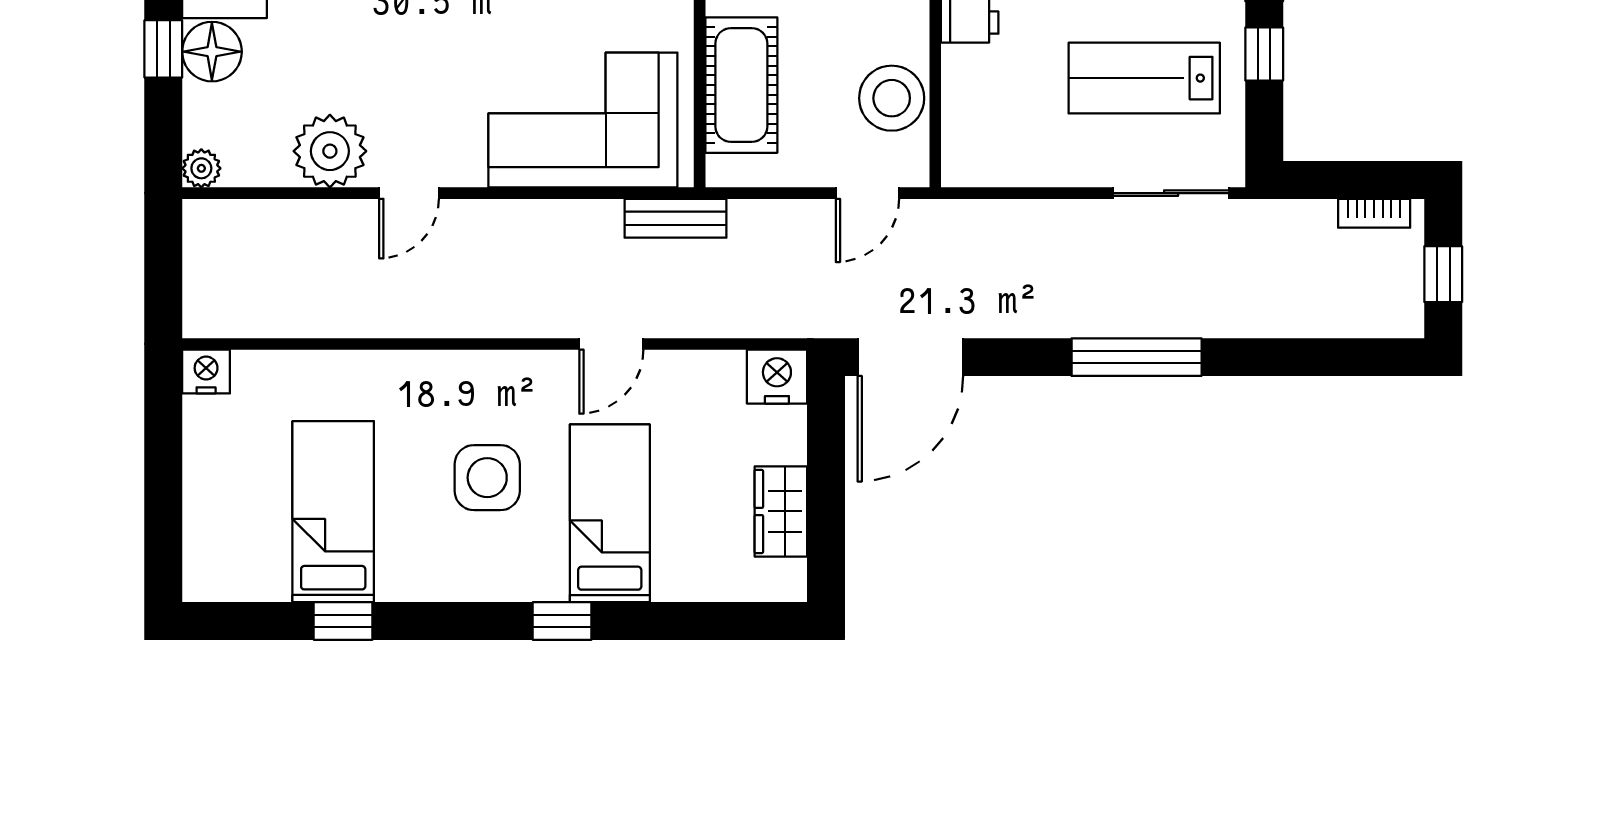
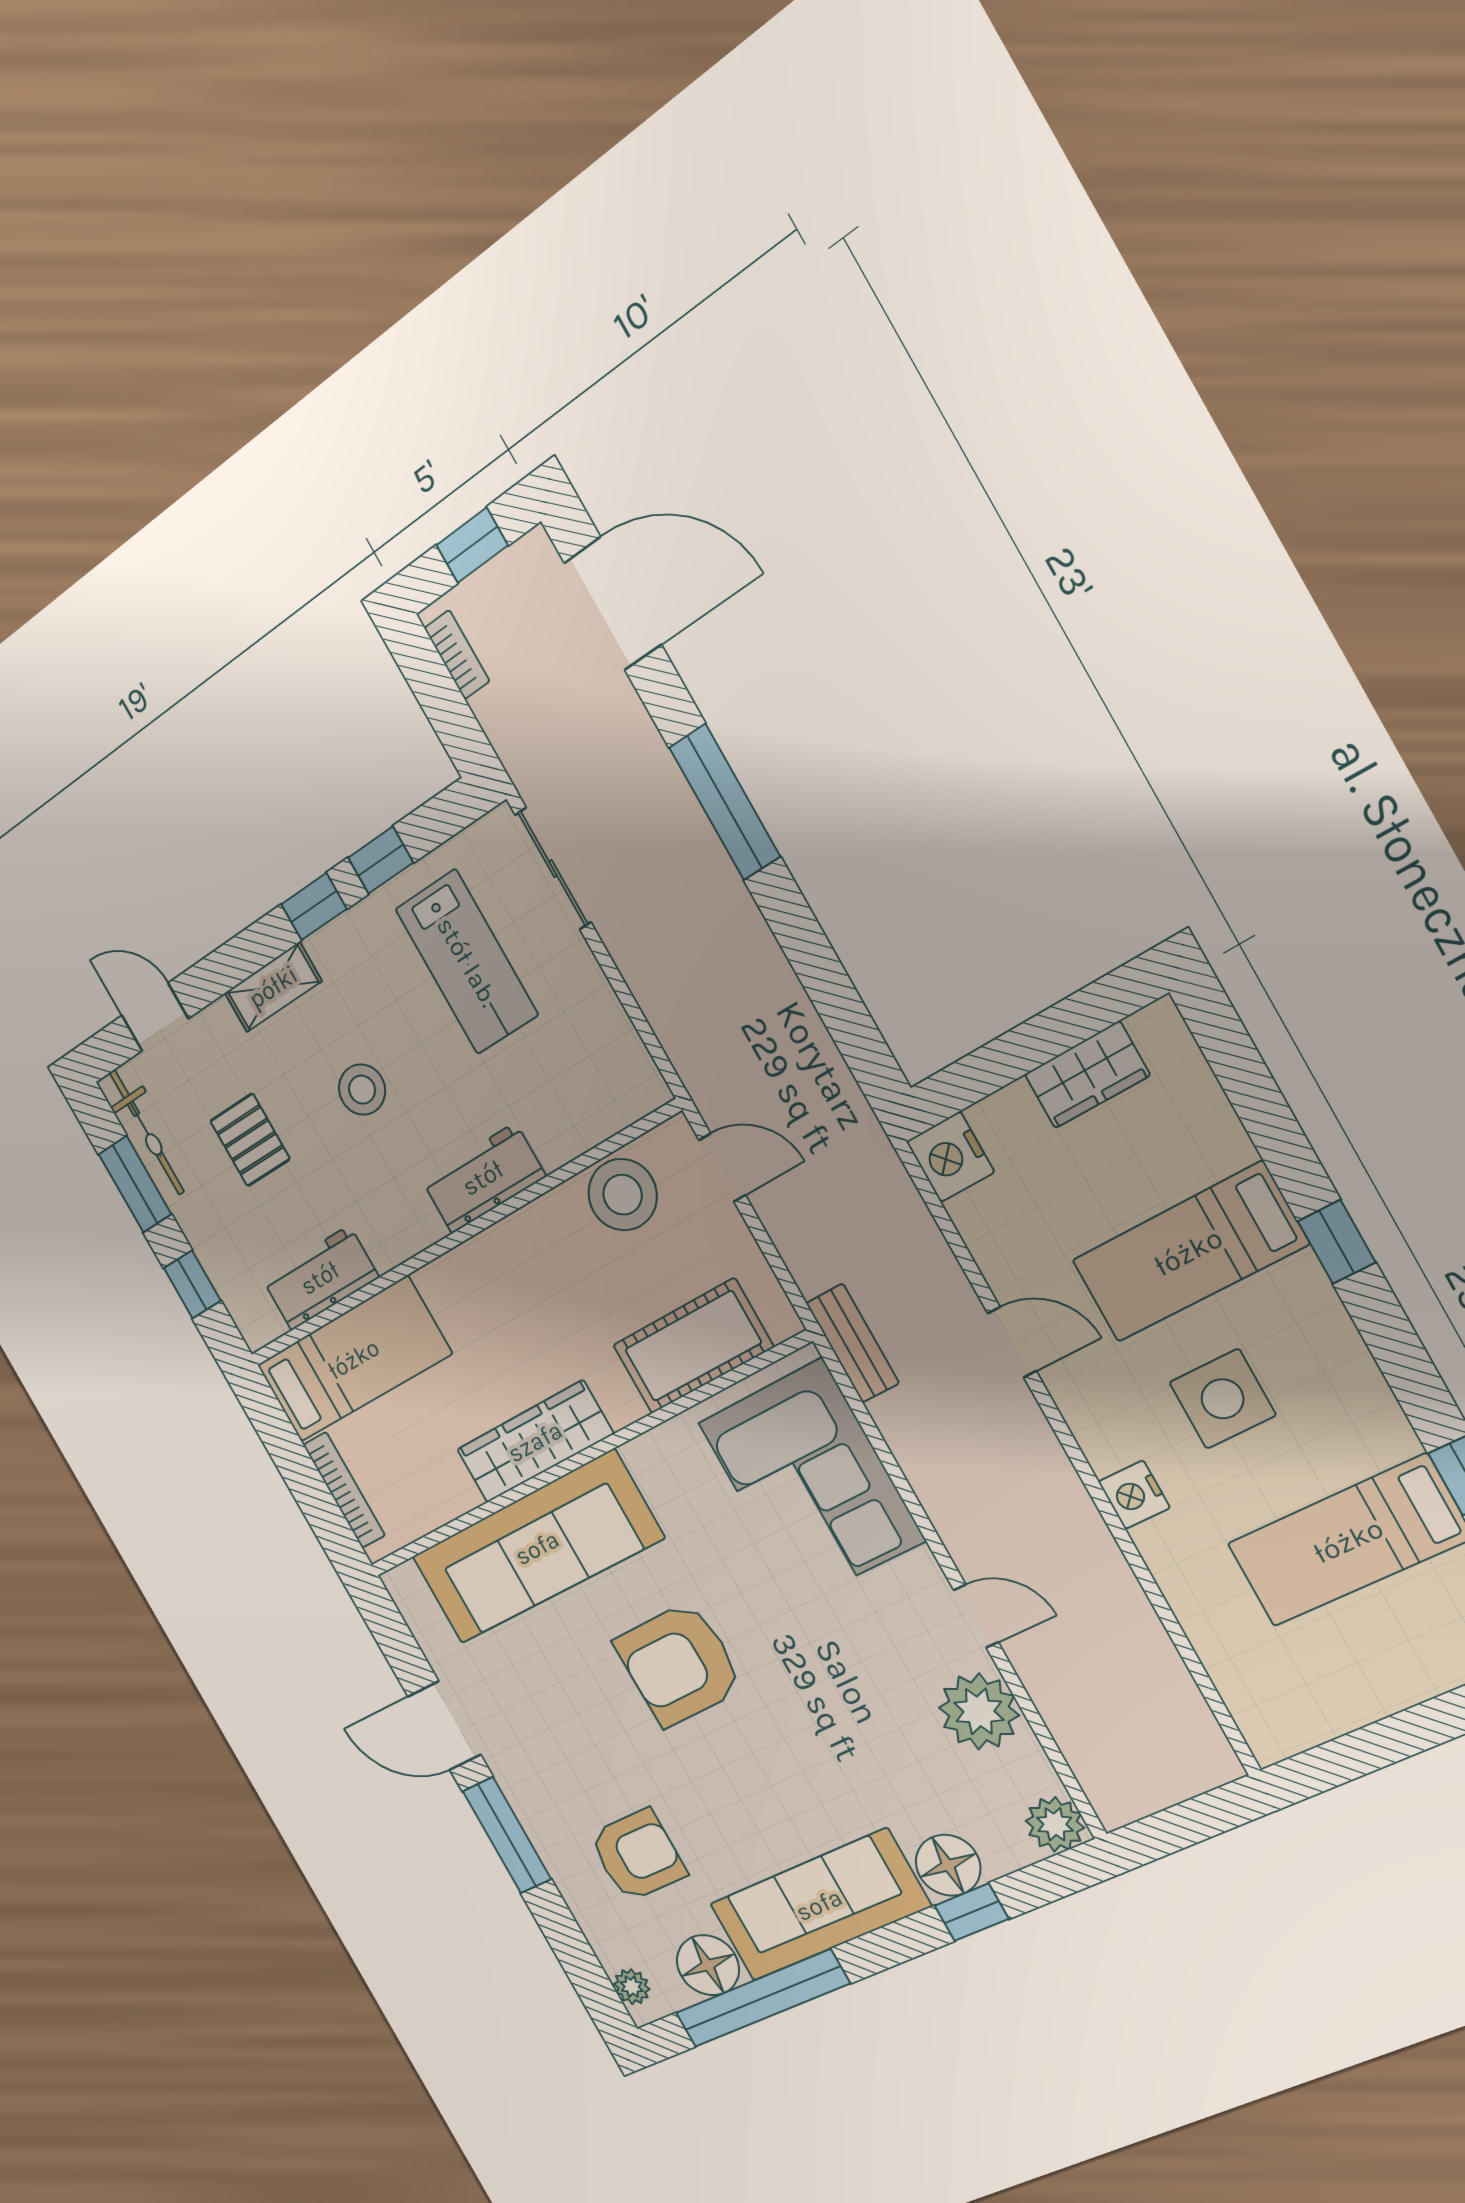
plant: (201, 168) -> (1055, 1824), width x1.38, depth x1.38
door: (910, 357) -> (613, 604), moved
nightstand: (206, 372) -> (1134, 1495), moved

